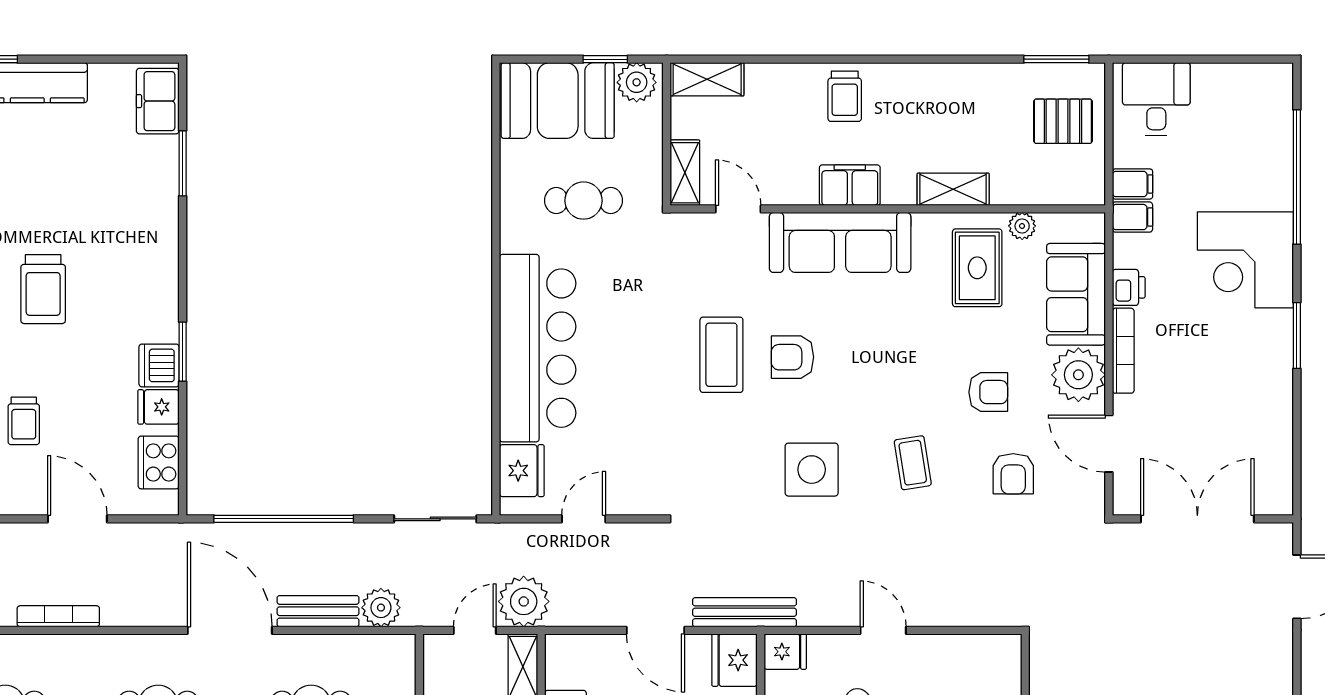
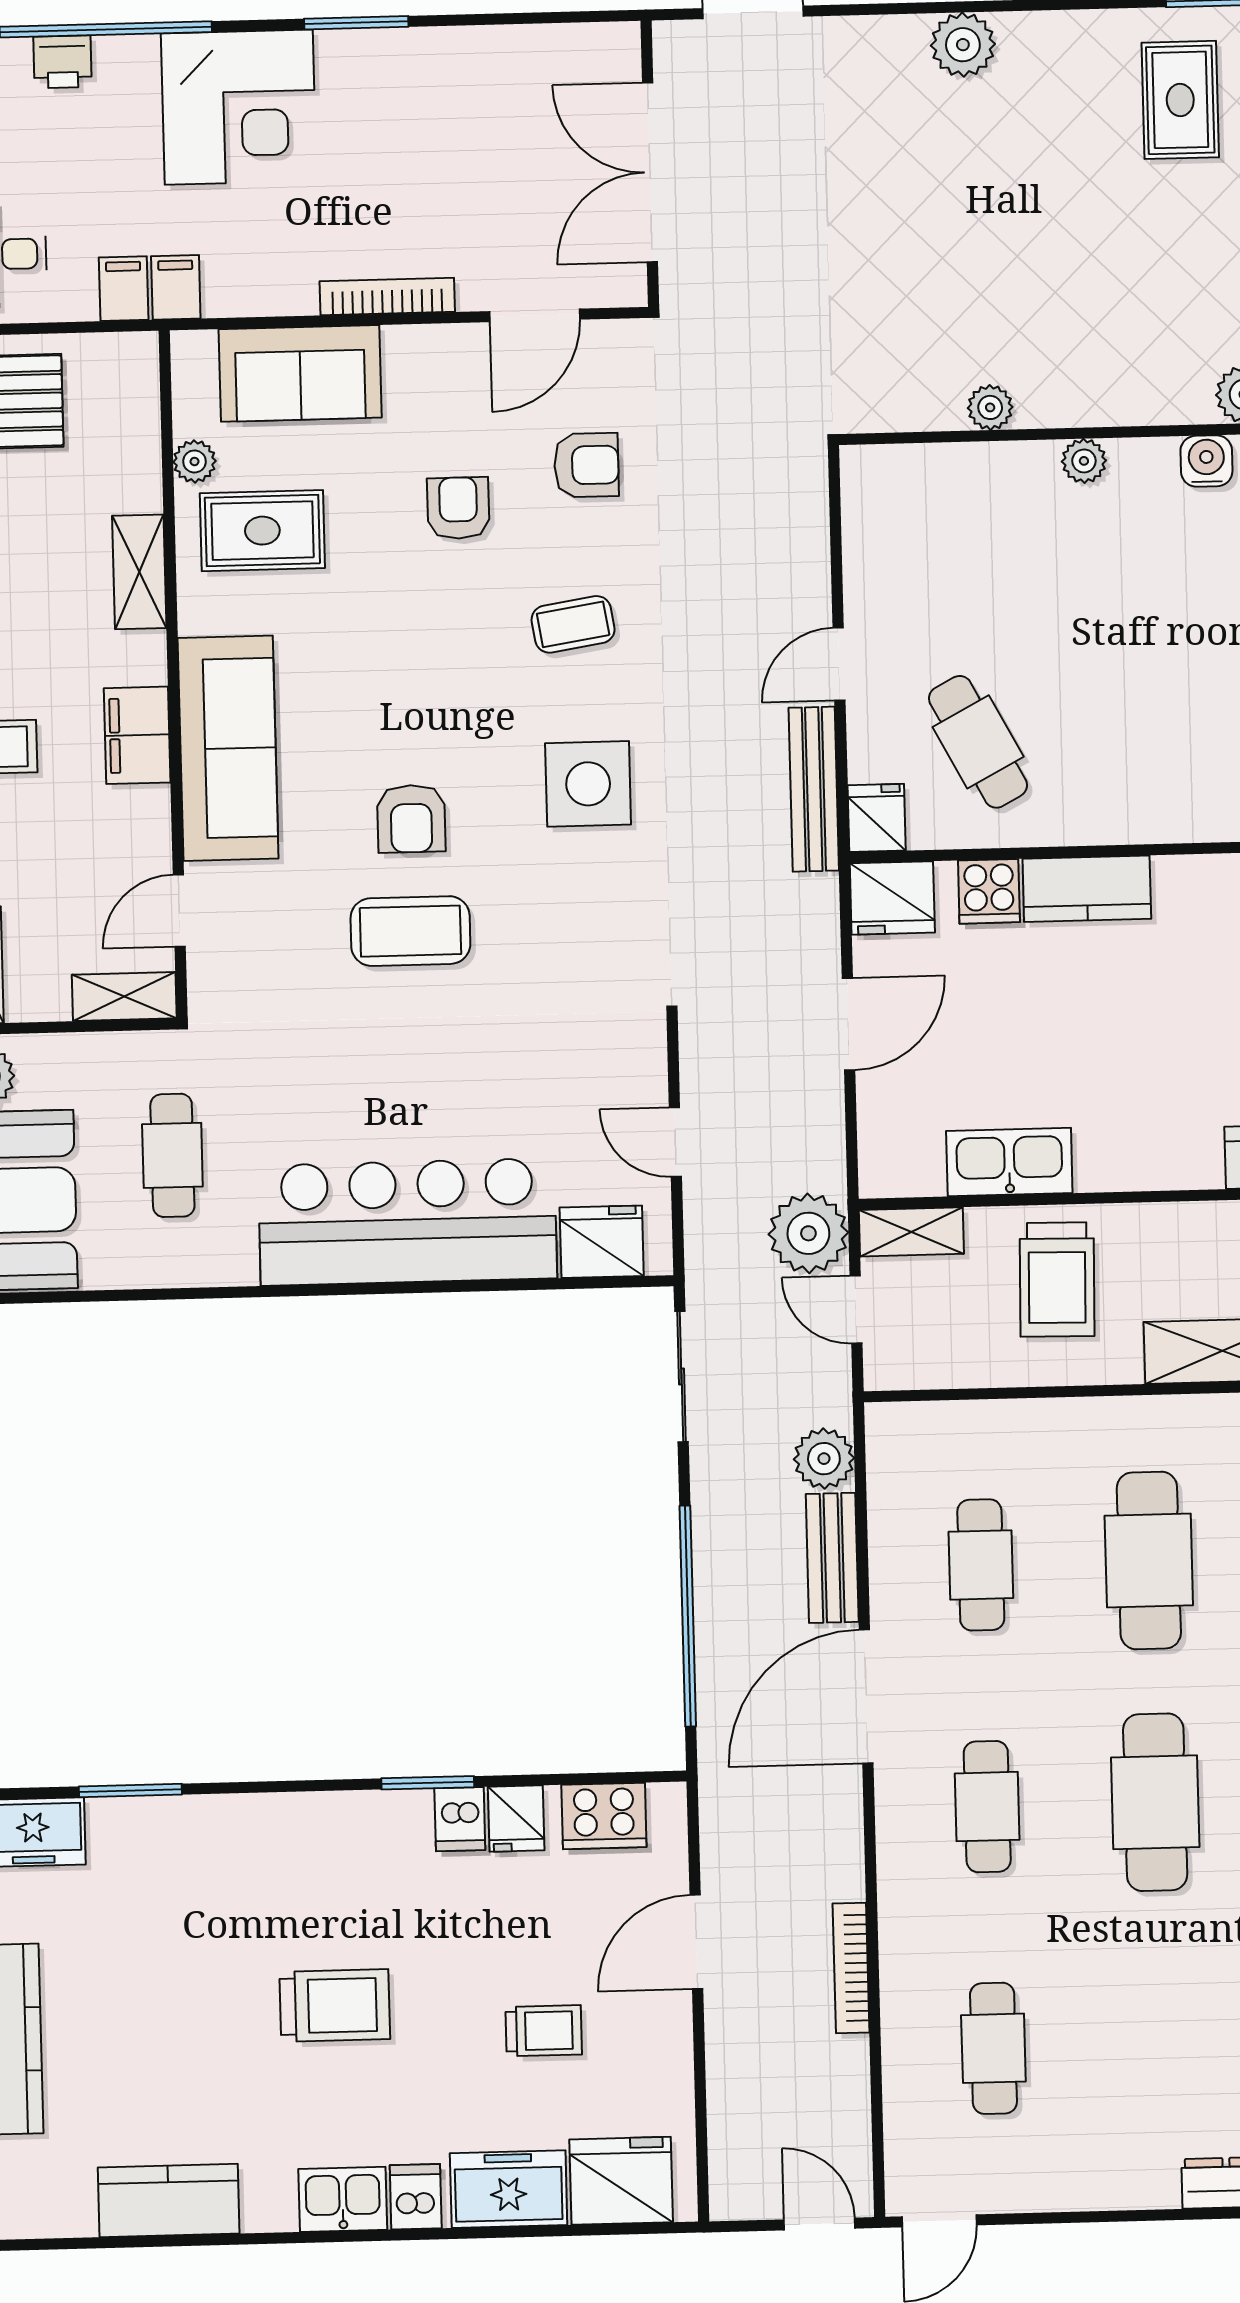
printer: (1129, 287) -> (63, 62), moved, turned 180
dishwasher: (159, 365) -> (460, 1819), width x0.73
plant: (1078, 375) -> (427, 366), removed
bench: (745, 612) -> (814, 789), moved

